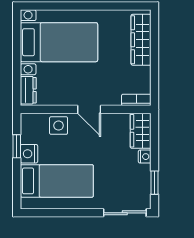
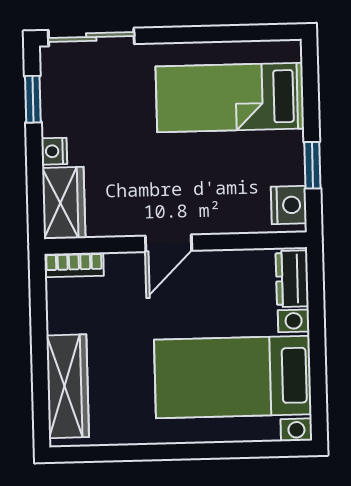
door: (89, 109) -> (169, 243), swing flipped
side table: (59, 126) -> (229, 209), removed
nightstand: (29, 154) -> (289, 205), moved

